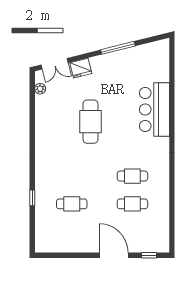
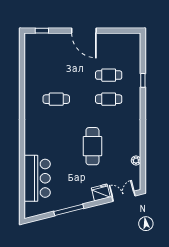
plant: (40, 89) -> (136, 160), moved
bar counter: (154, 109) -> (37, 178), moved
cafe table: (132, 204) -> (109, 99), moved
door: (114, 255) -> (84, 31), moved

